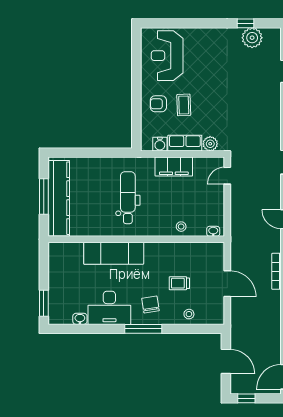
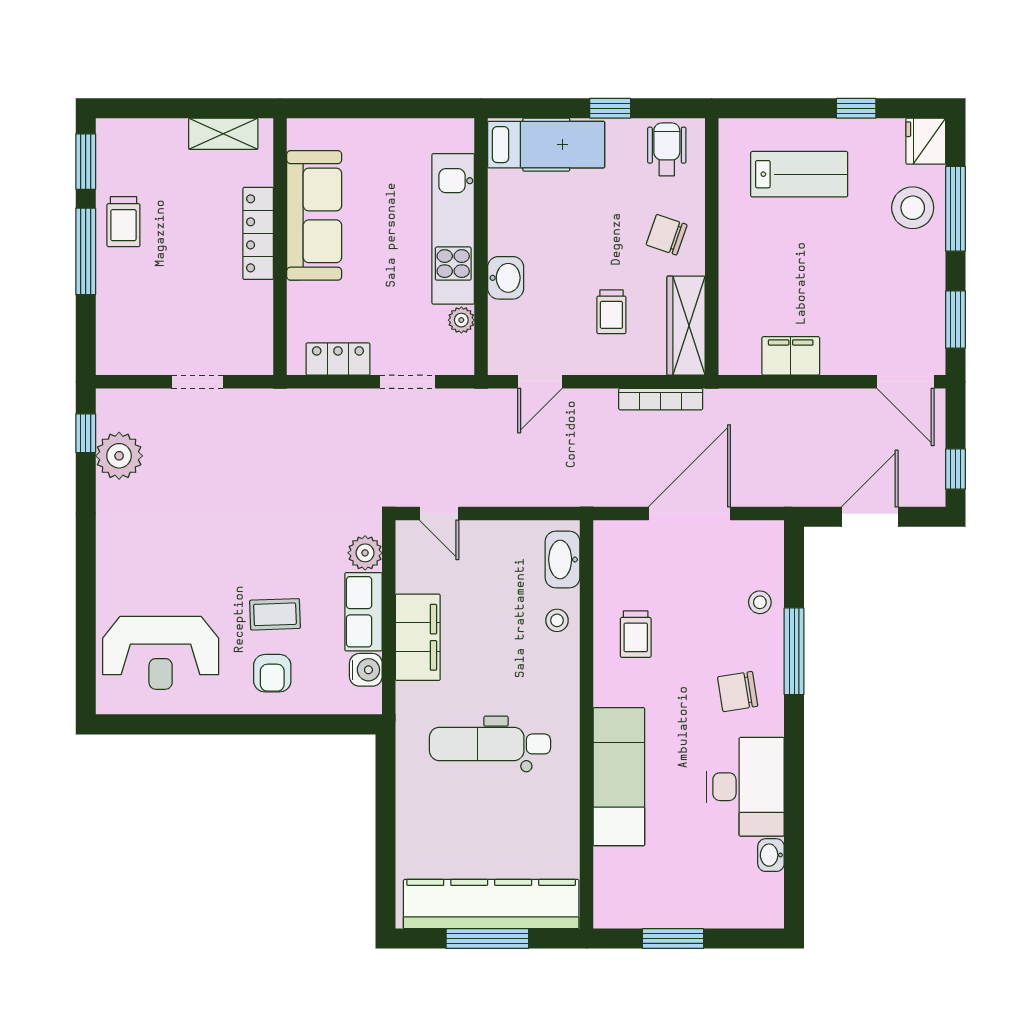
window: (246, 23) -> (86, 433), moved
washbasin: (213, 231) -> (563, 559), width x1.91, depth x1.45
trolley: (179, 283) -> (636, 634), moved
door: (227, 284) -> (689, 514), width x1.36
window: (44, 303) -> (673, 939), moved
window: (143, 329) -> (794, 651), moved

